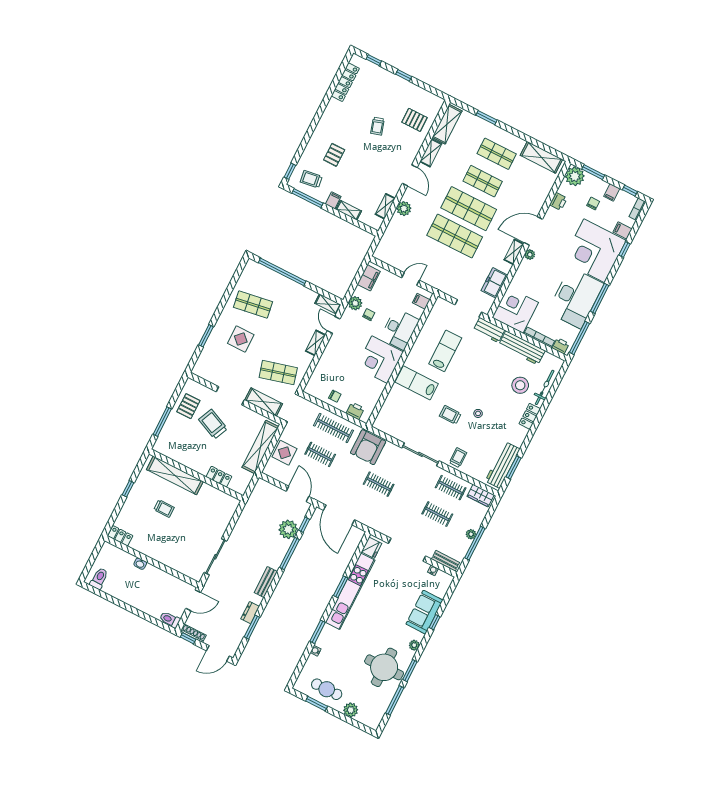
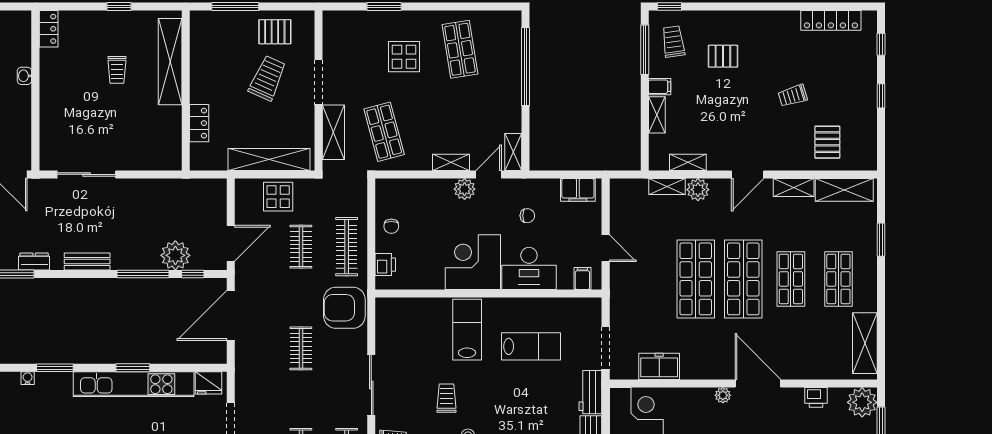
shelving: (514, 252) -> (667, 187), moved
plant: (355, 303) -> (465, 189), moved

